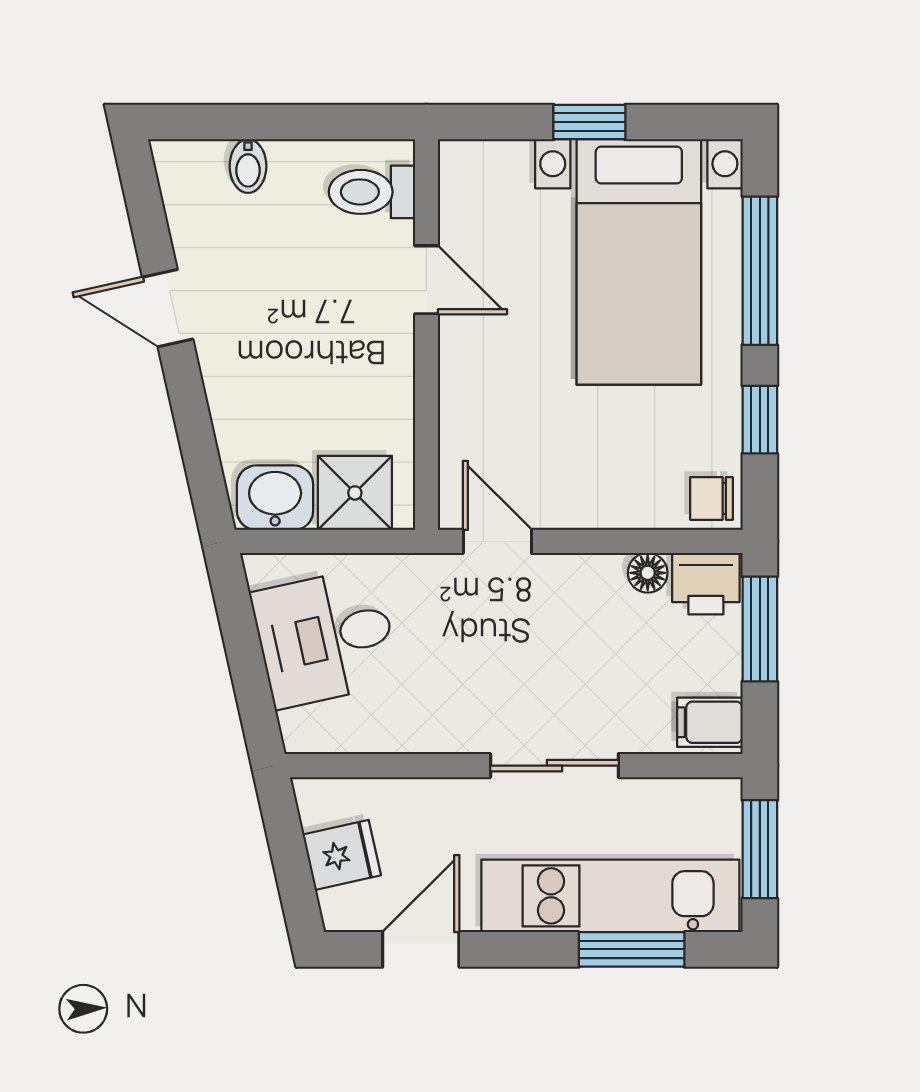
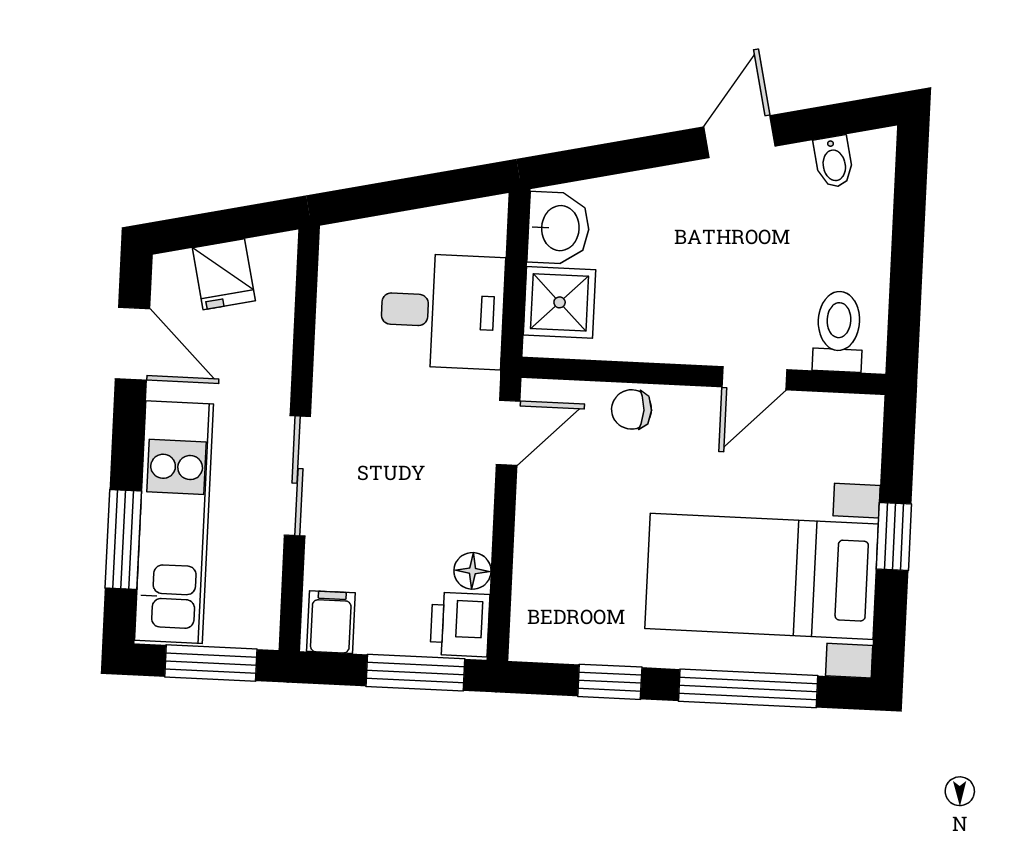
bidet: (248, 166) -> (834, 162), moved, turned -103
chair: (711, 498) -> (632, 409), moved, turned -90
desk: (325, 638) -> (442, 311), moved, turned 103

